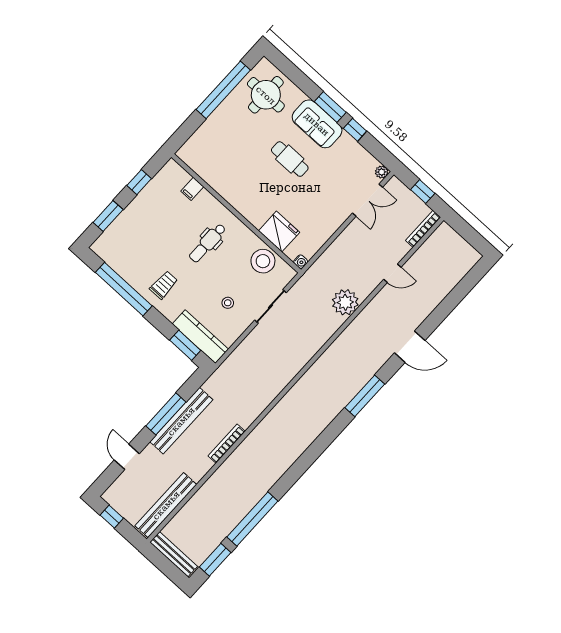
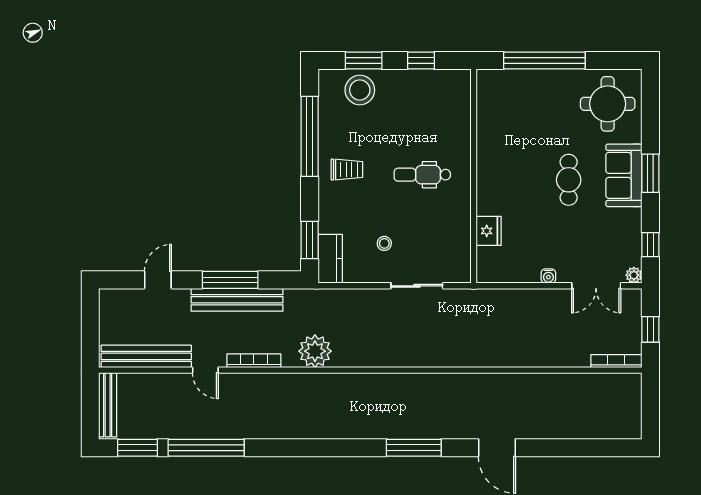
window: (223, 90) -> (544, 61), moved
window: (355, 130) -> (650, 245), moved
filing cabinet: (192, 189) -> (459, 115), removed
fridge: (279, 232) -> (489, 231), width x0.73, depth x0.75
stool: (263, 261) -> (360, 90), moved
water cooler: (301, 262) -> (548, 276), moved
door: (392, 273) -> (205, 370), moved
plant: (345, 302) -> (315, 351), moved
kitchen counter: (200, 337) -> (330, 259), width x0.67
window: (112, 517) -> (90, 316), removed

